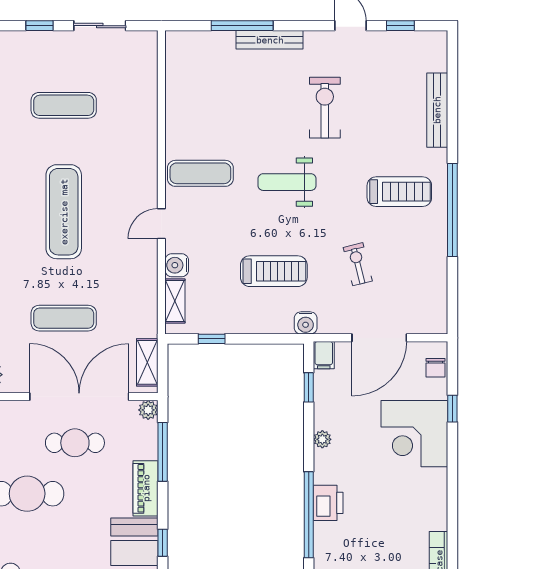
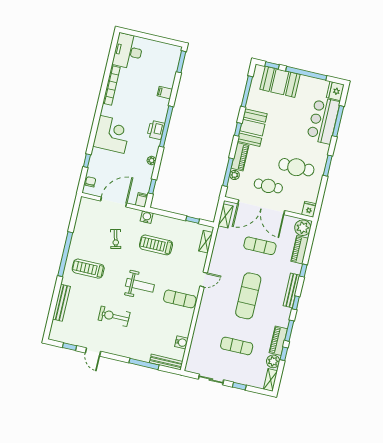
bench: (270, 40) -> (166, 362), moved
exercise bike: (325, 108) -> (114, 316), turned 90
water cooler: (177, 265) -> (181, 342), moved
plant: (148, 410) -> (235, 175), moved
corner desk: (414, 434) -> (112, 134), moved

